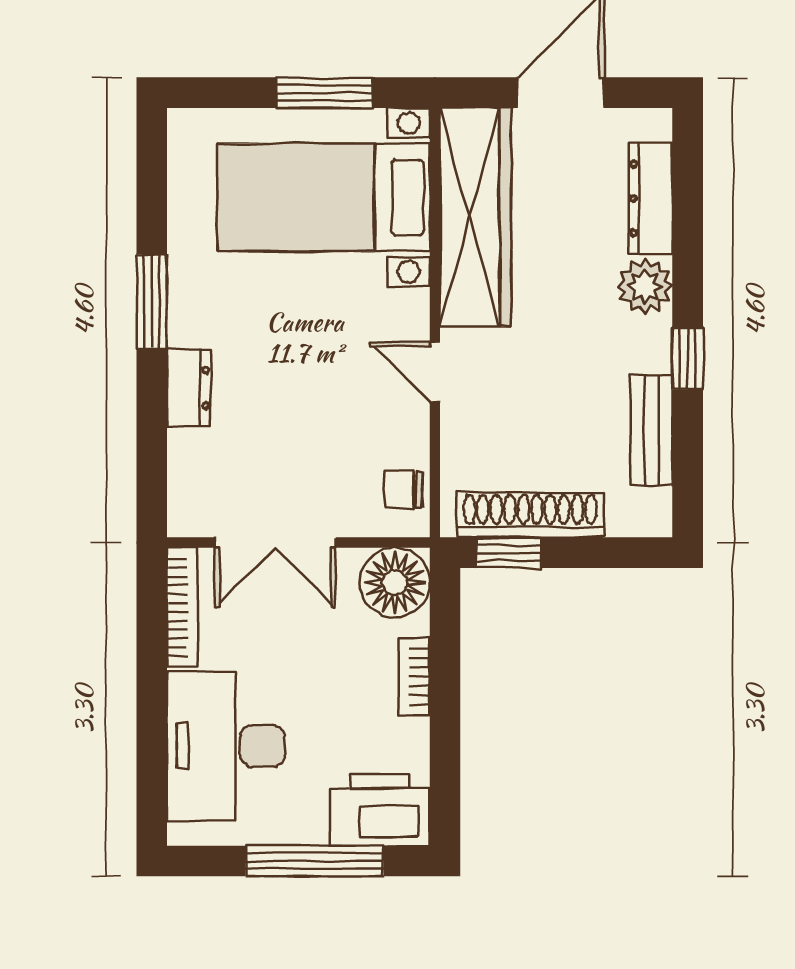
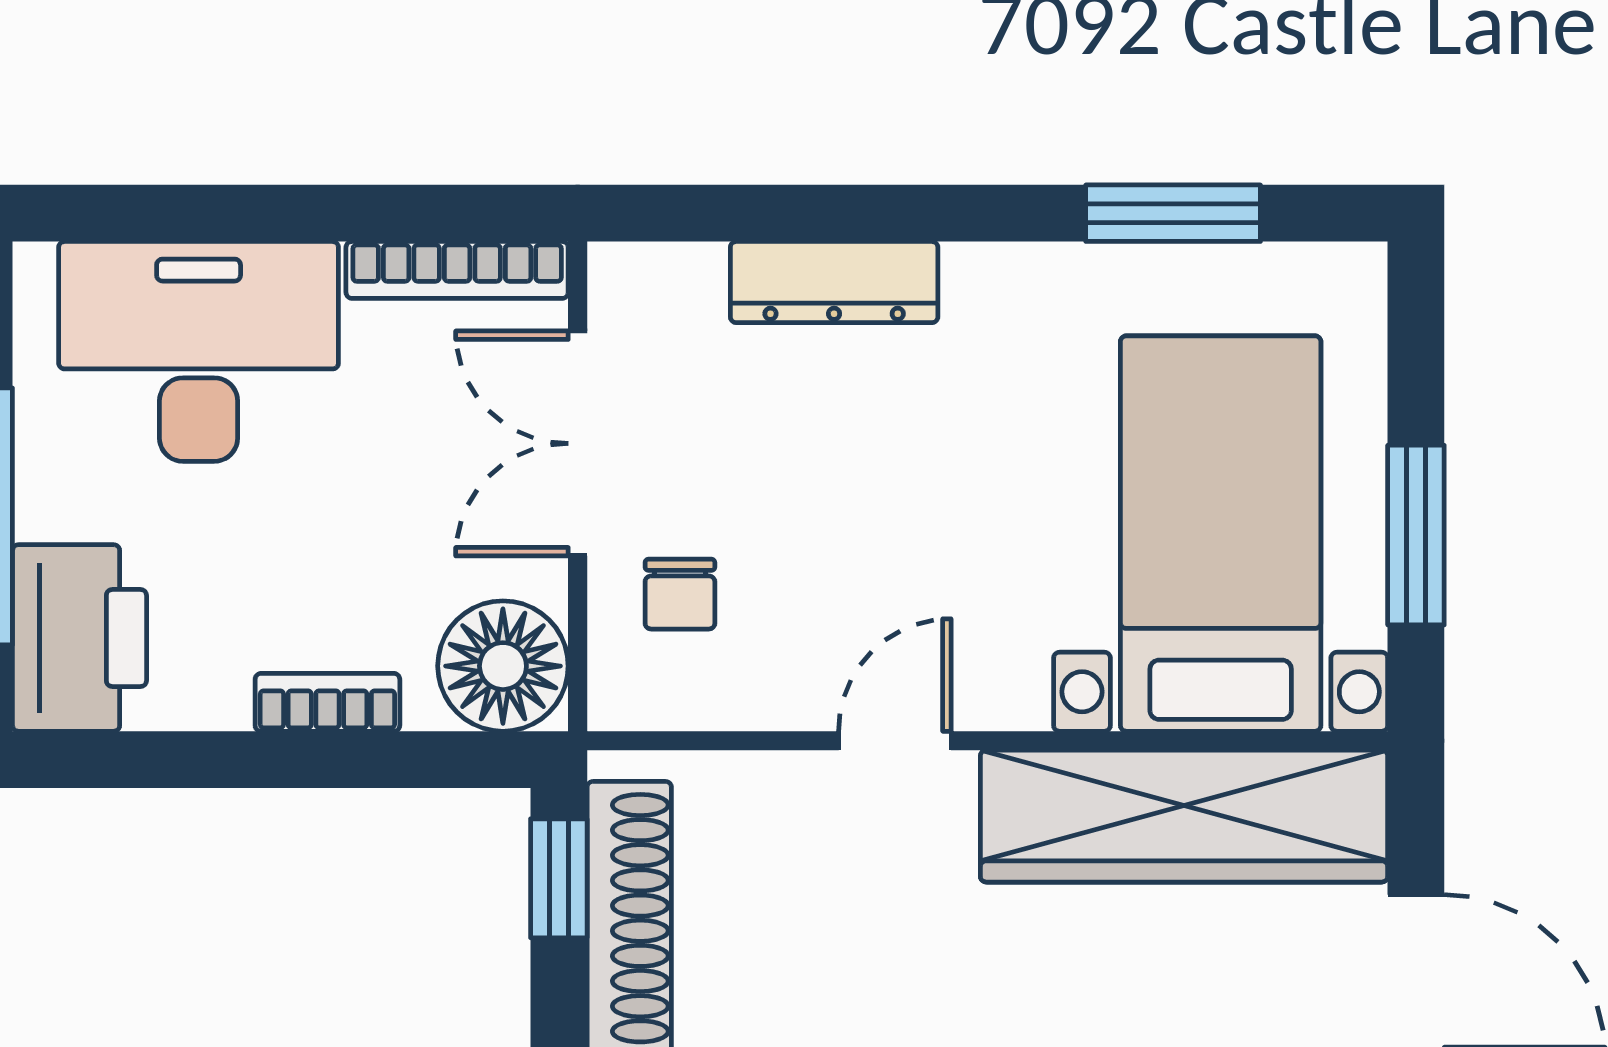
window: (152, 301) -> (1173, 213), moved
dresser: (189, 388) -> (834, 282), width x1.44
chair: (404, 490) -> (680, 594), moved, turned 180

